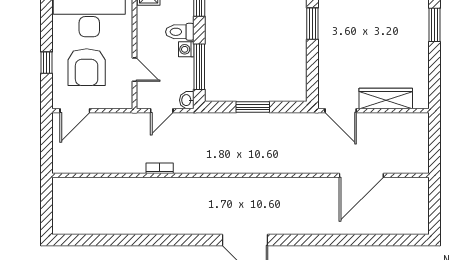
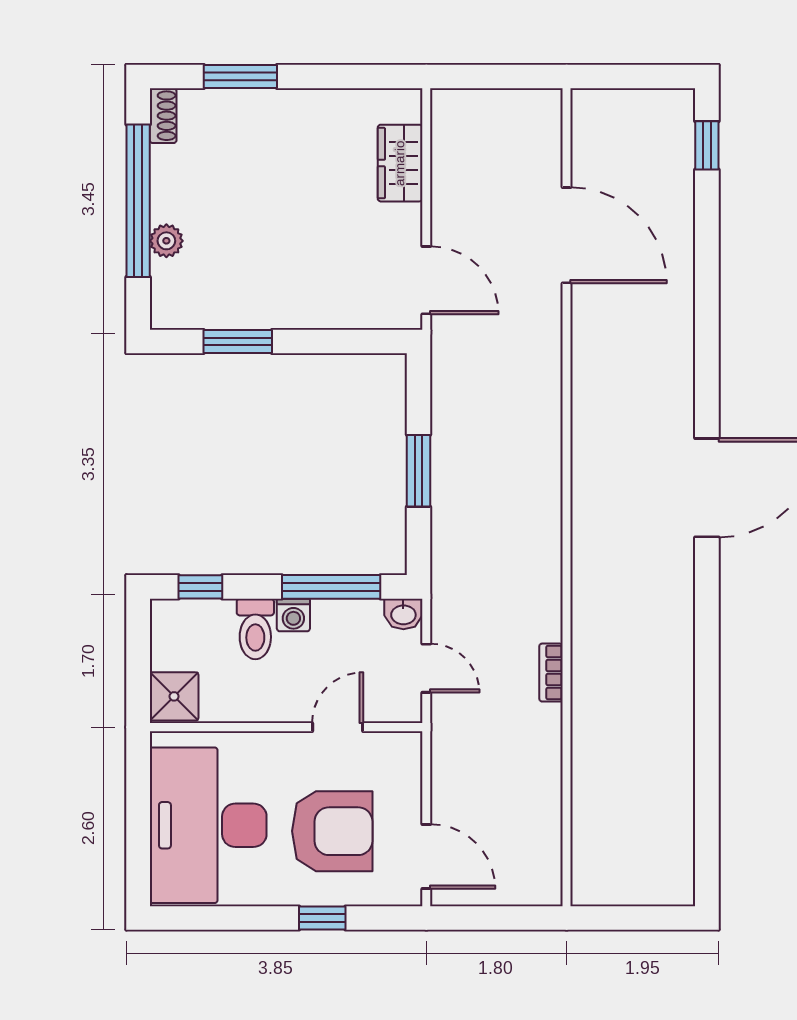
wardrobe: (386, 99) -> (400, 163), width x0.67
door: (341, 111) -> (426, 280), hinge flipped
window: (403, 240) -> (707, 145), added

